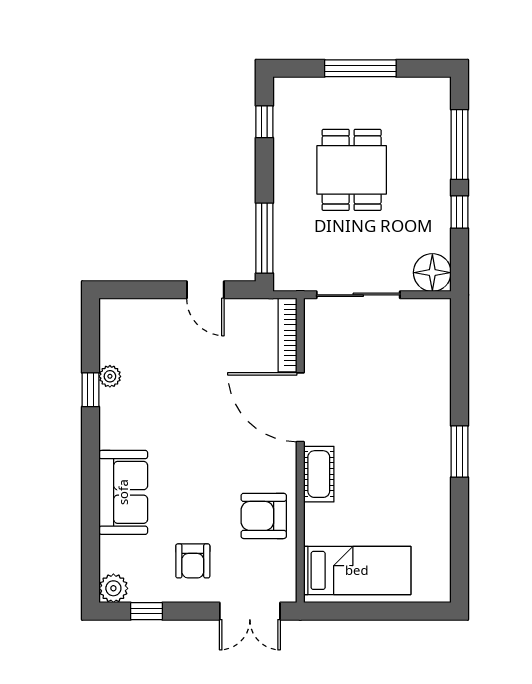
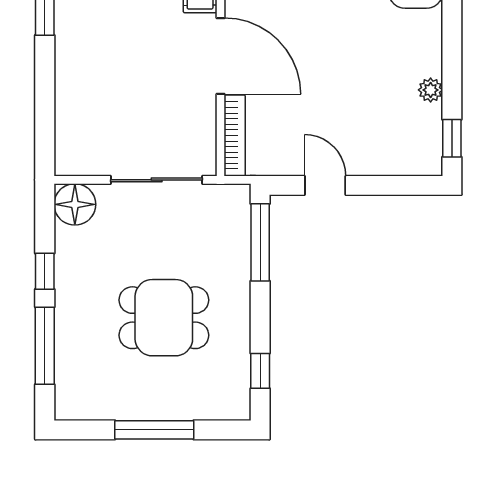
dining table: (352, 170) -> (164, 318), turned 90
window: (91, 390) -> (452, 138), moved

